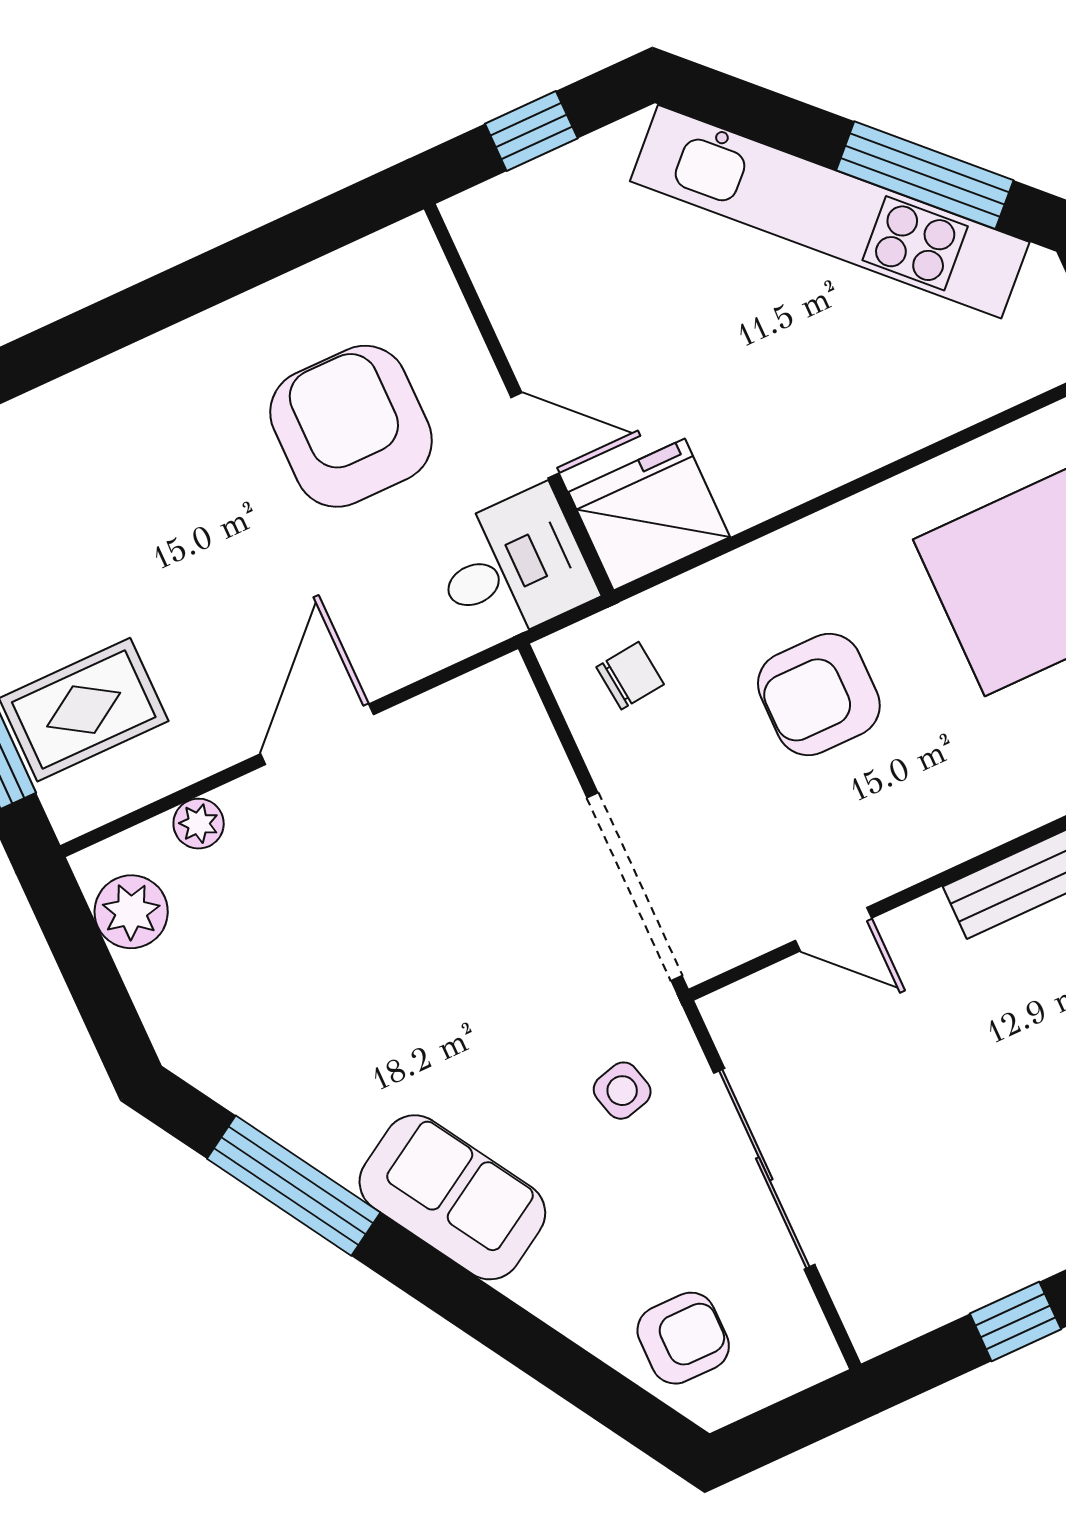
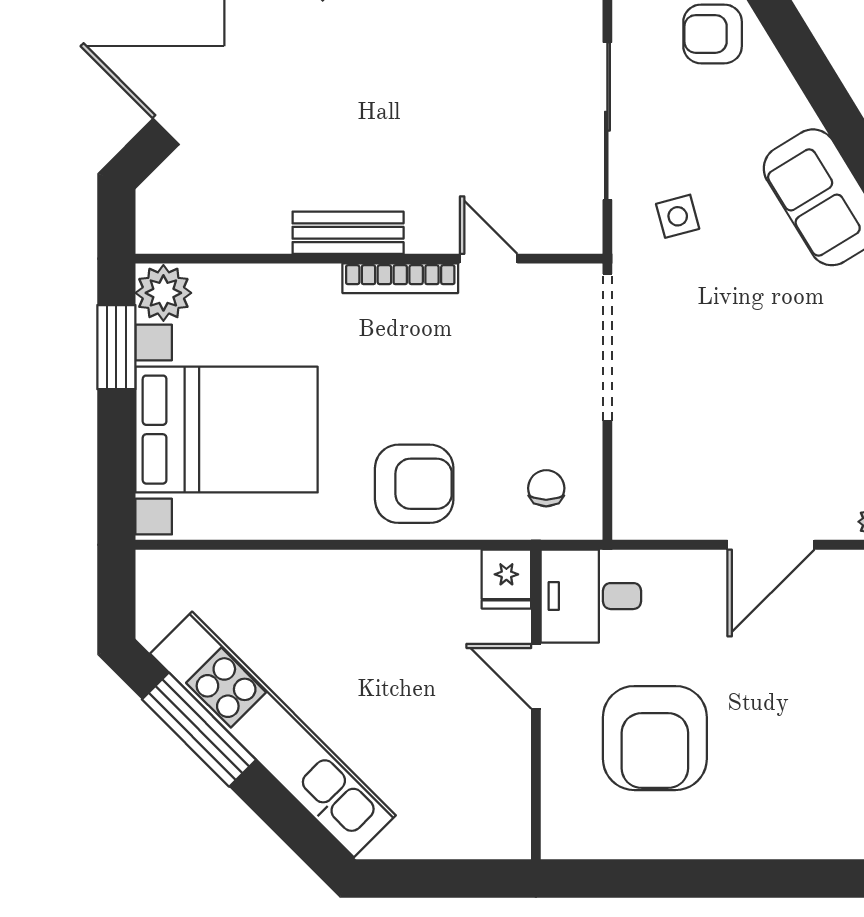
window: (531, 131) -> (446, 879), removed
fridge: (649, 514) -> (506, 579), width x0.53, depth x0.75
chair: (630, 676) -> (546, 488), turned 96
armchair: (819, 695) -> (414, 484), moved
bookcase: (933, 854) -> (400, 278), added

